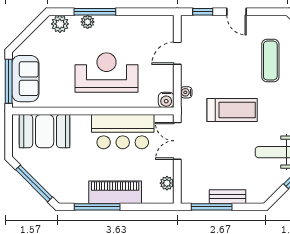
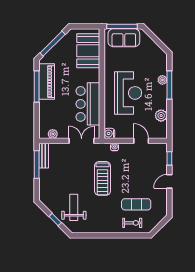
plant: (60, 24) -> (161, 116), moved
piano: (115, 192) -> (47, 82), moved
bench: (227, 197) -> (44, 156), moved

